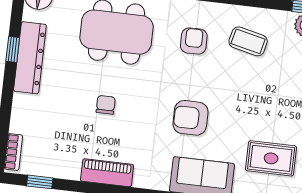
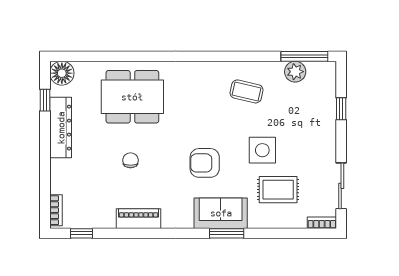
armchair: (194, 41) -> (200, 97), removed
window: (13, 49) -> (45, 100), moved
side table: (258, 111) -> (262, 150), added

